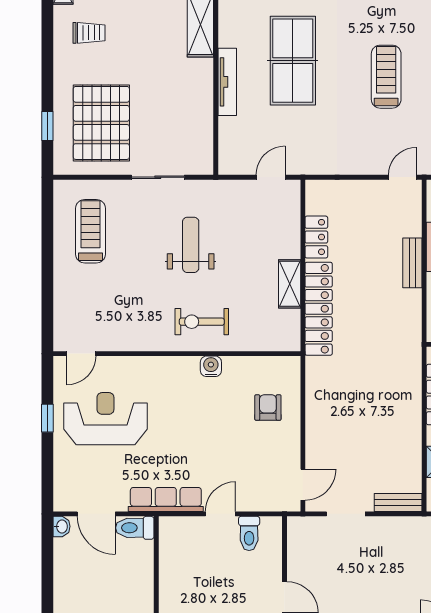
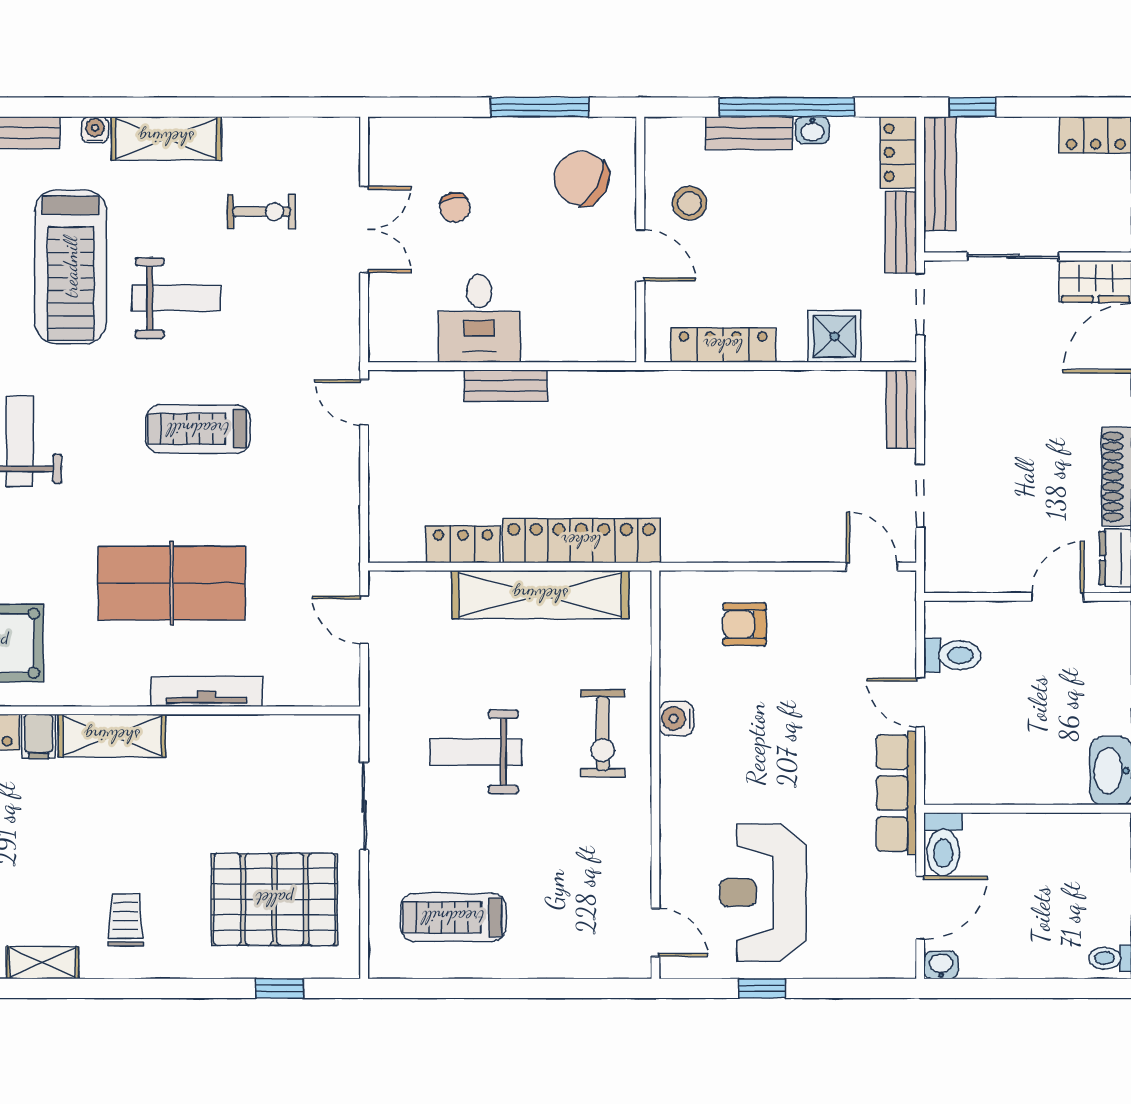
shelving: (290, 284) -> (540, 595), width x2.20, depth x1.33

